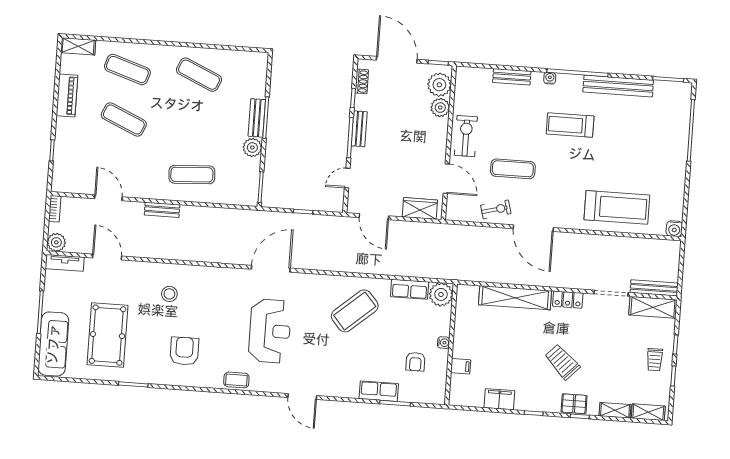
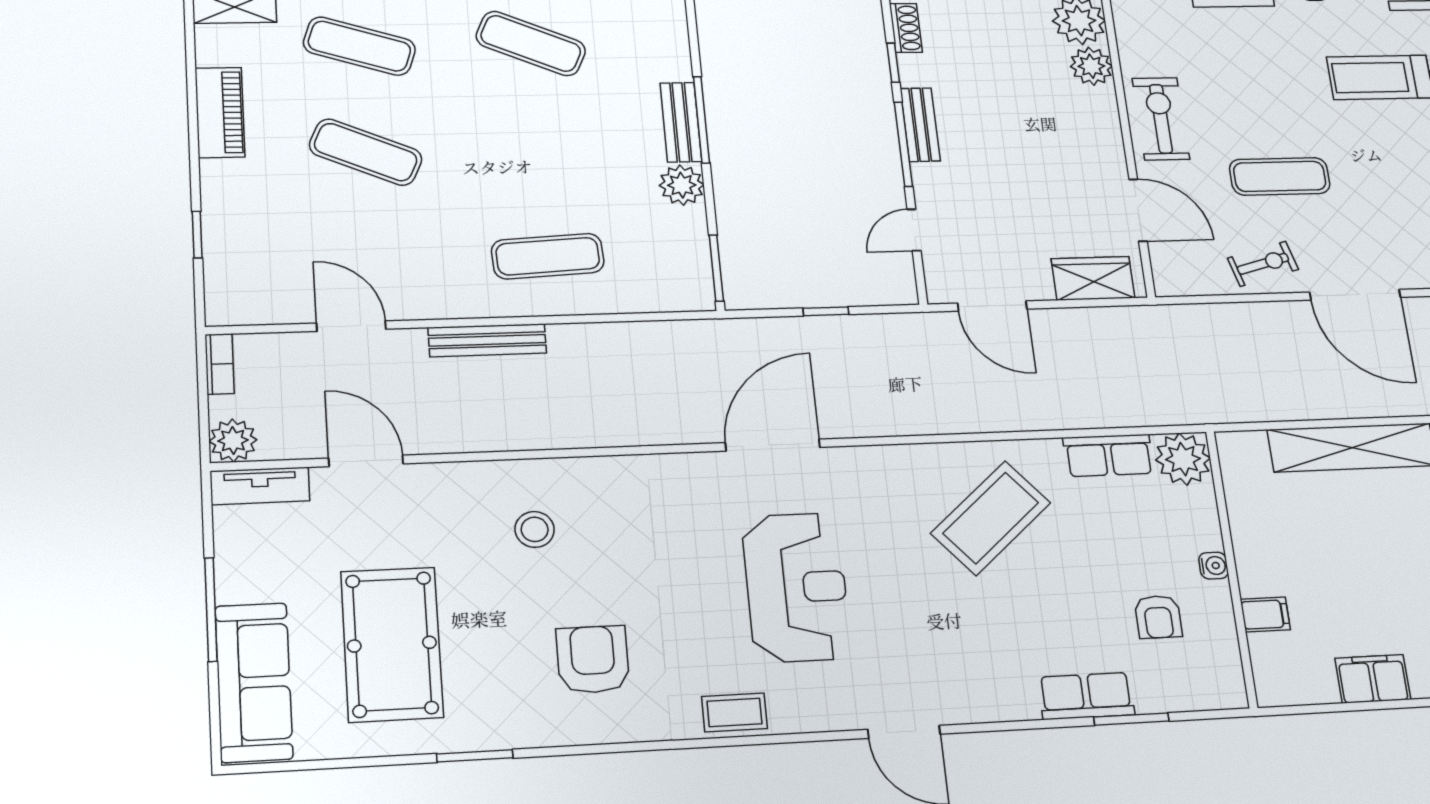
bench: (162, 210) -> (487, 340), width x1.36

